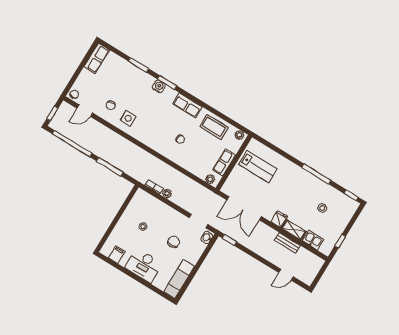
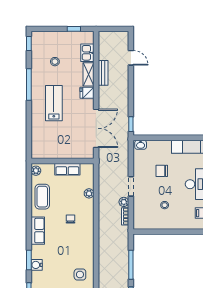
lab bench: (258, 167) -> (54, 103), moved
plant: (210, 179) -> (89, 193), moved
doorway: (198, 221) -> (131, 186), moved

